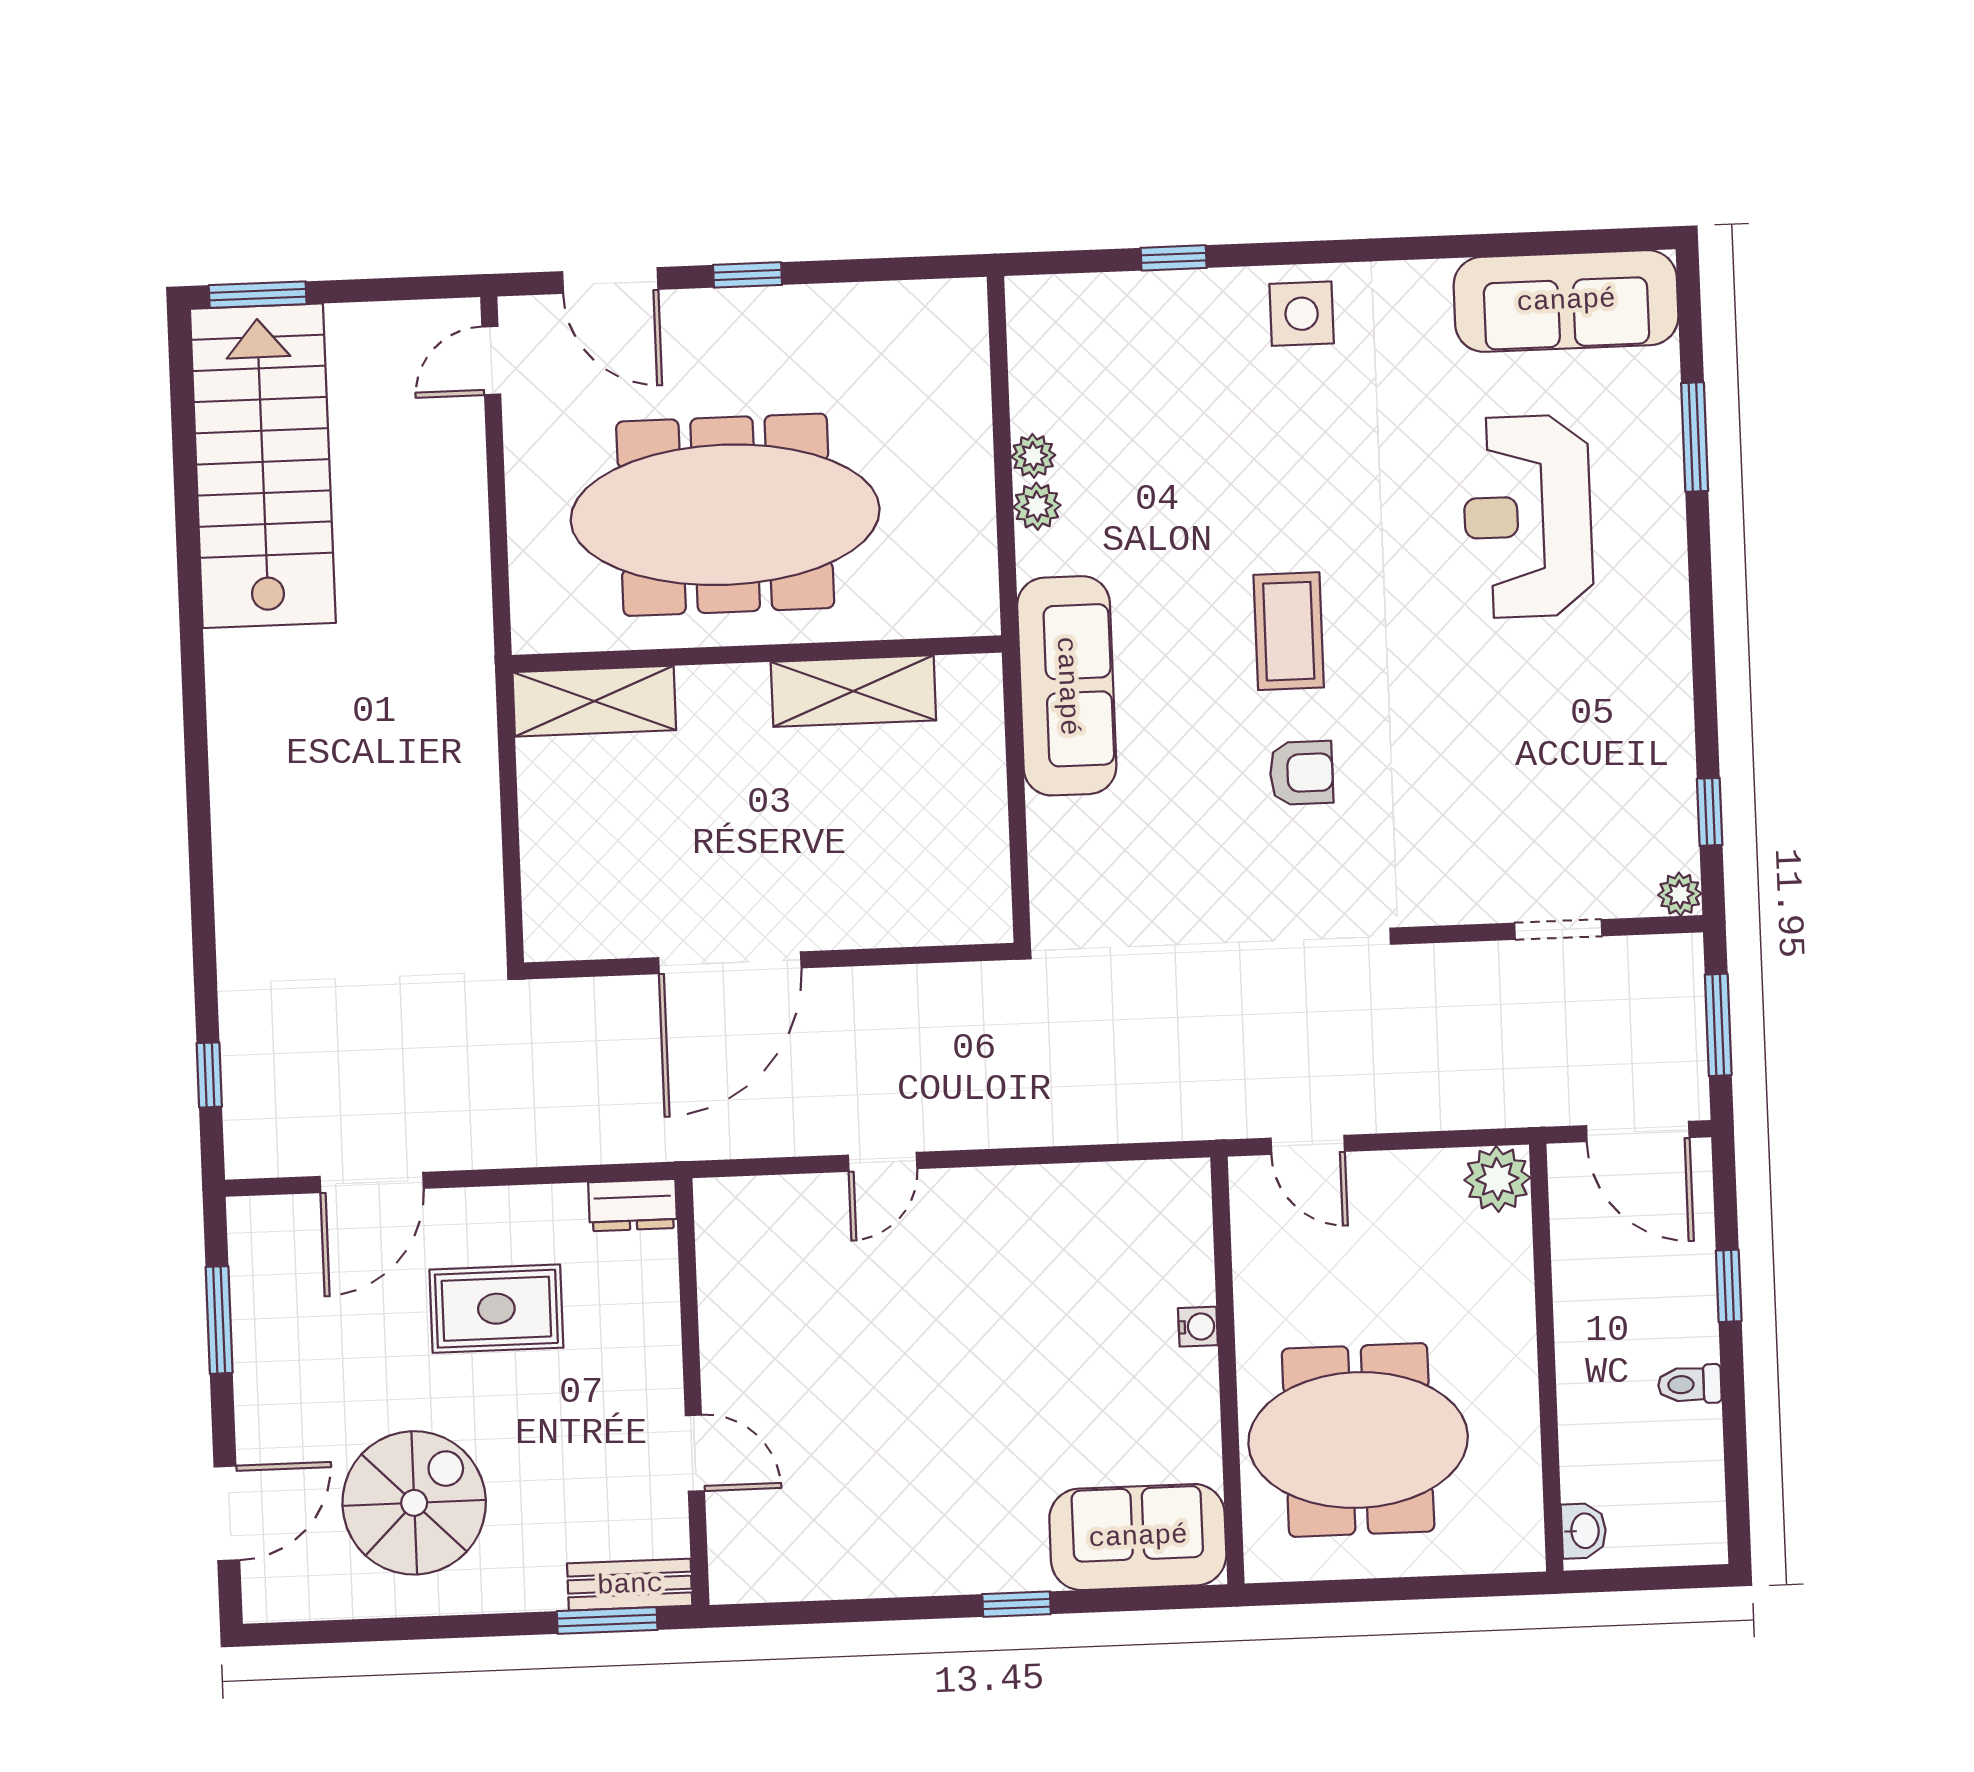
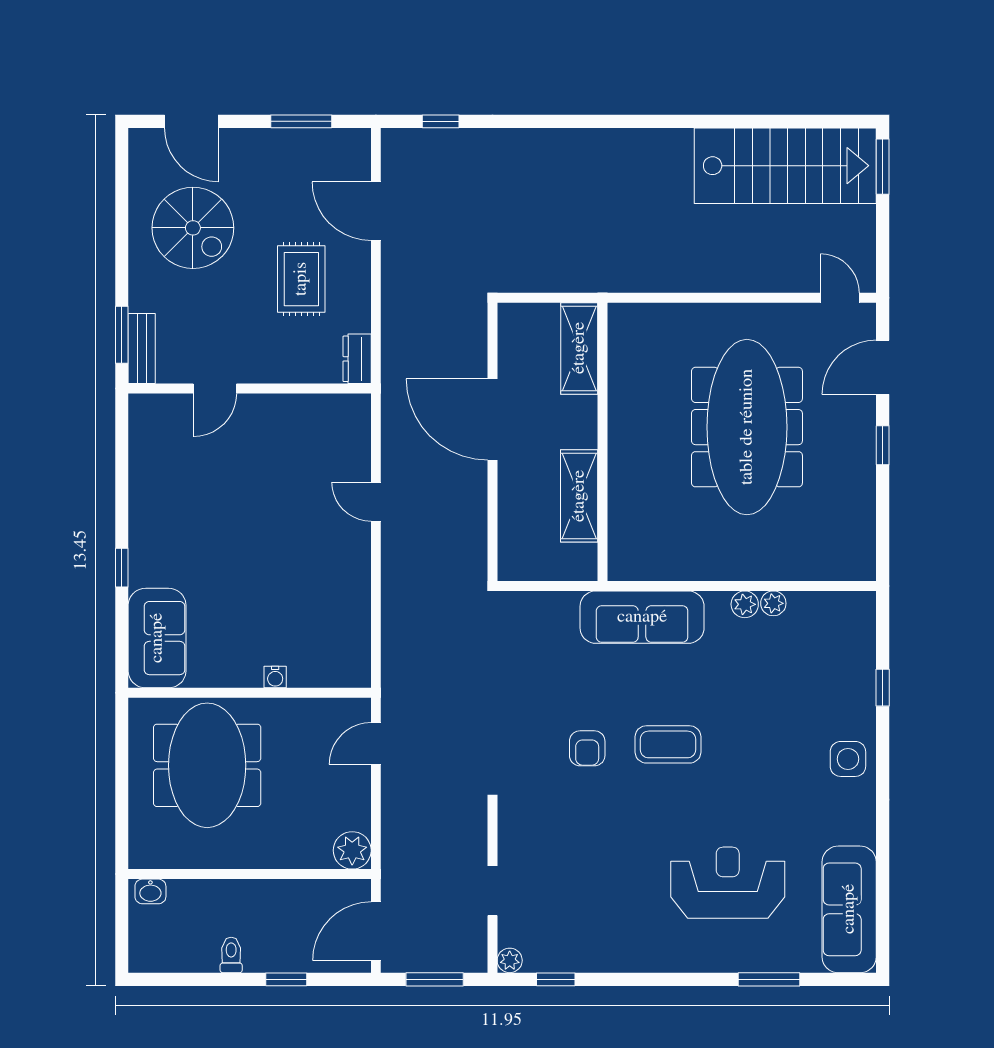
wall: (757, 654) -> (603, 442), moved
shelving: (853, 691) -> (579, 496), moved
shelving: (594, 701) -> (579, 348), moved

